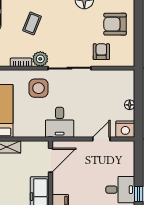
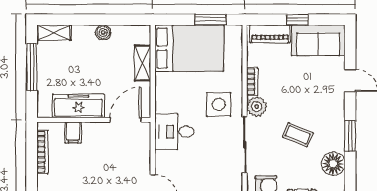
coffee table: (32, 23) -> (298, 135), moved
door: (51, 160) -> (126, 120), swing flipped

